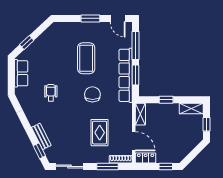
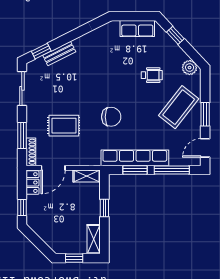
plant: (53, 31) -> (190, 68), added
coffee table: (86, 58) -> (179, 107), moved, turned -52
wheelchair: (51, 93) -> (152, 75), moved

